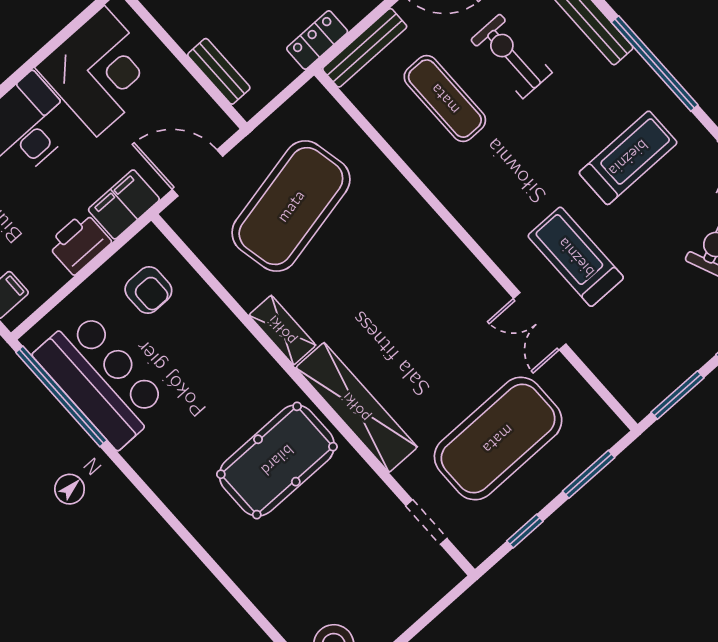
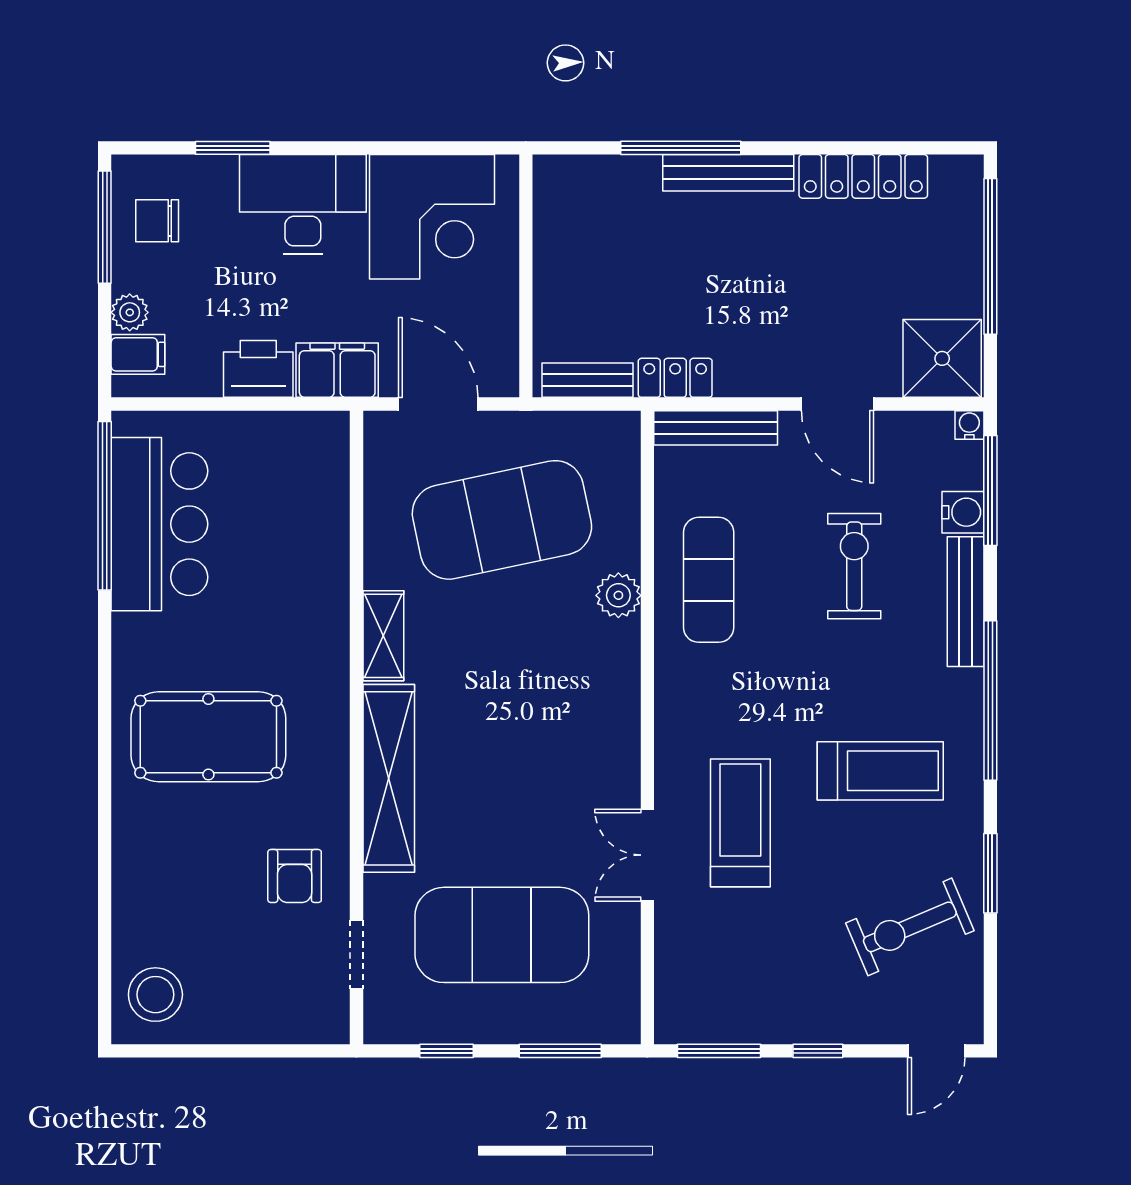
bench: (219, 71) -> (588, 380), moved, turned 90
exercise mat: (445, 99) -> (709, 580), moved
plant: (394, 190) -> (618, 595), added
armchair: (148, 290) -> (295, 876), moved
pool table: (277, 460) -> (208, 737), moved

